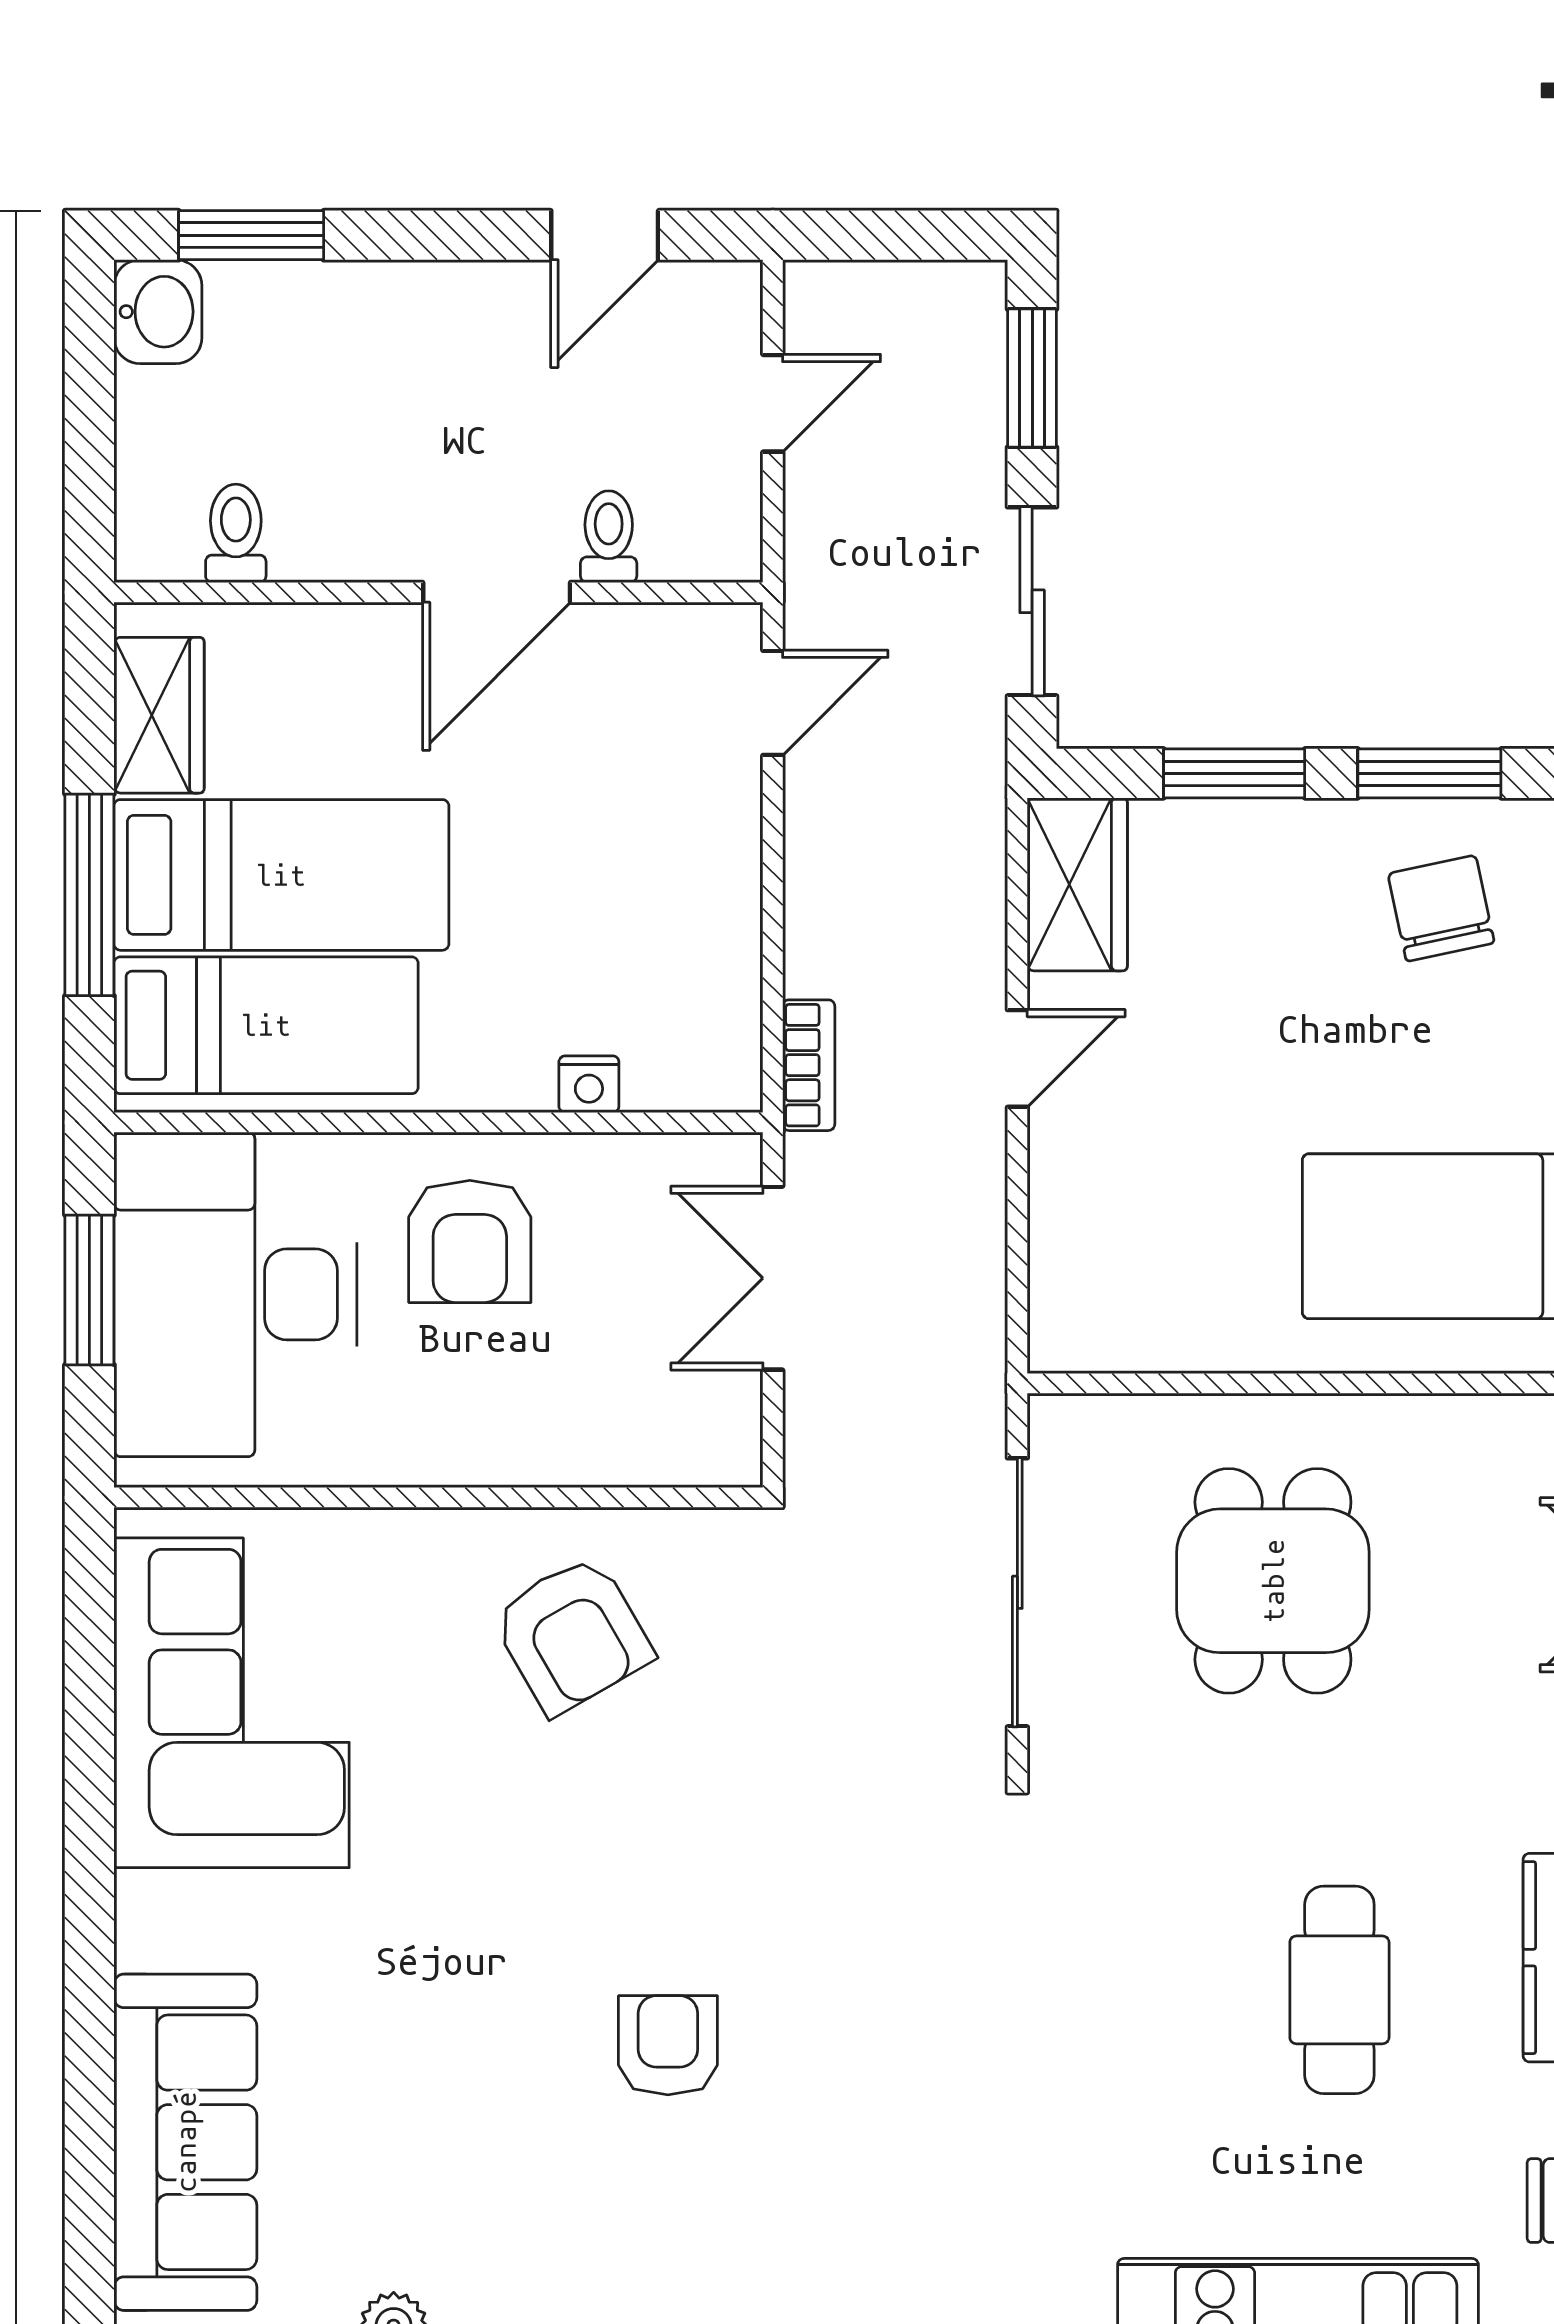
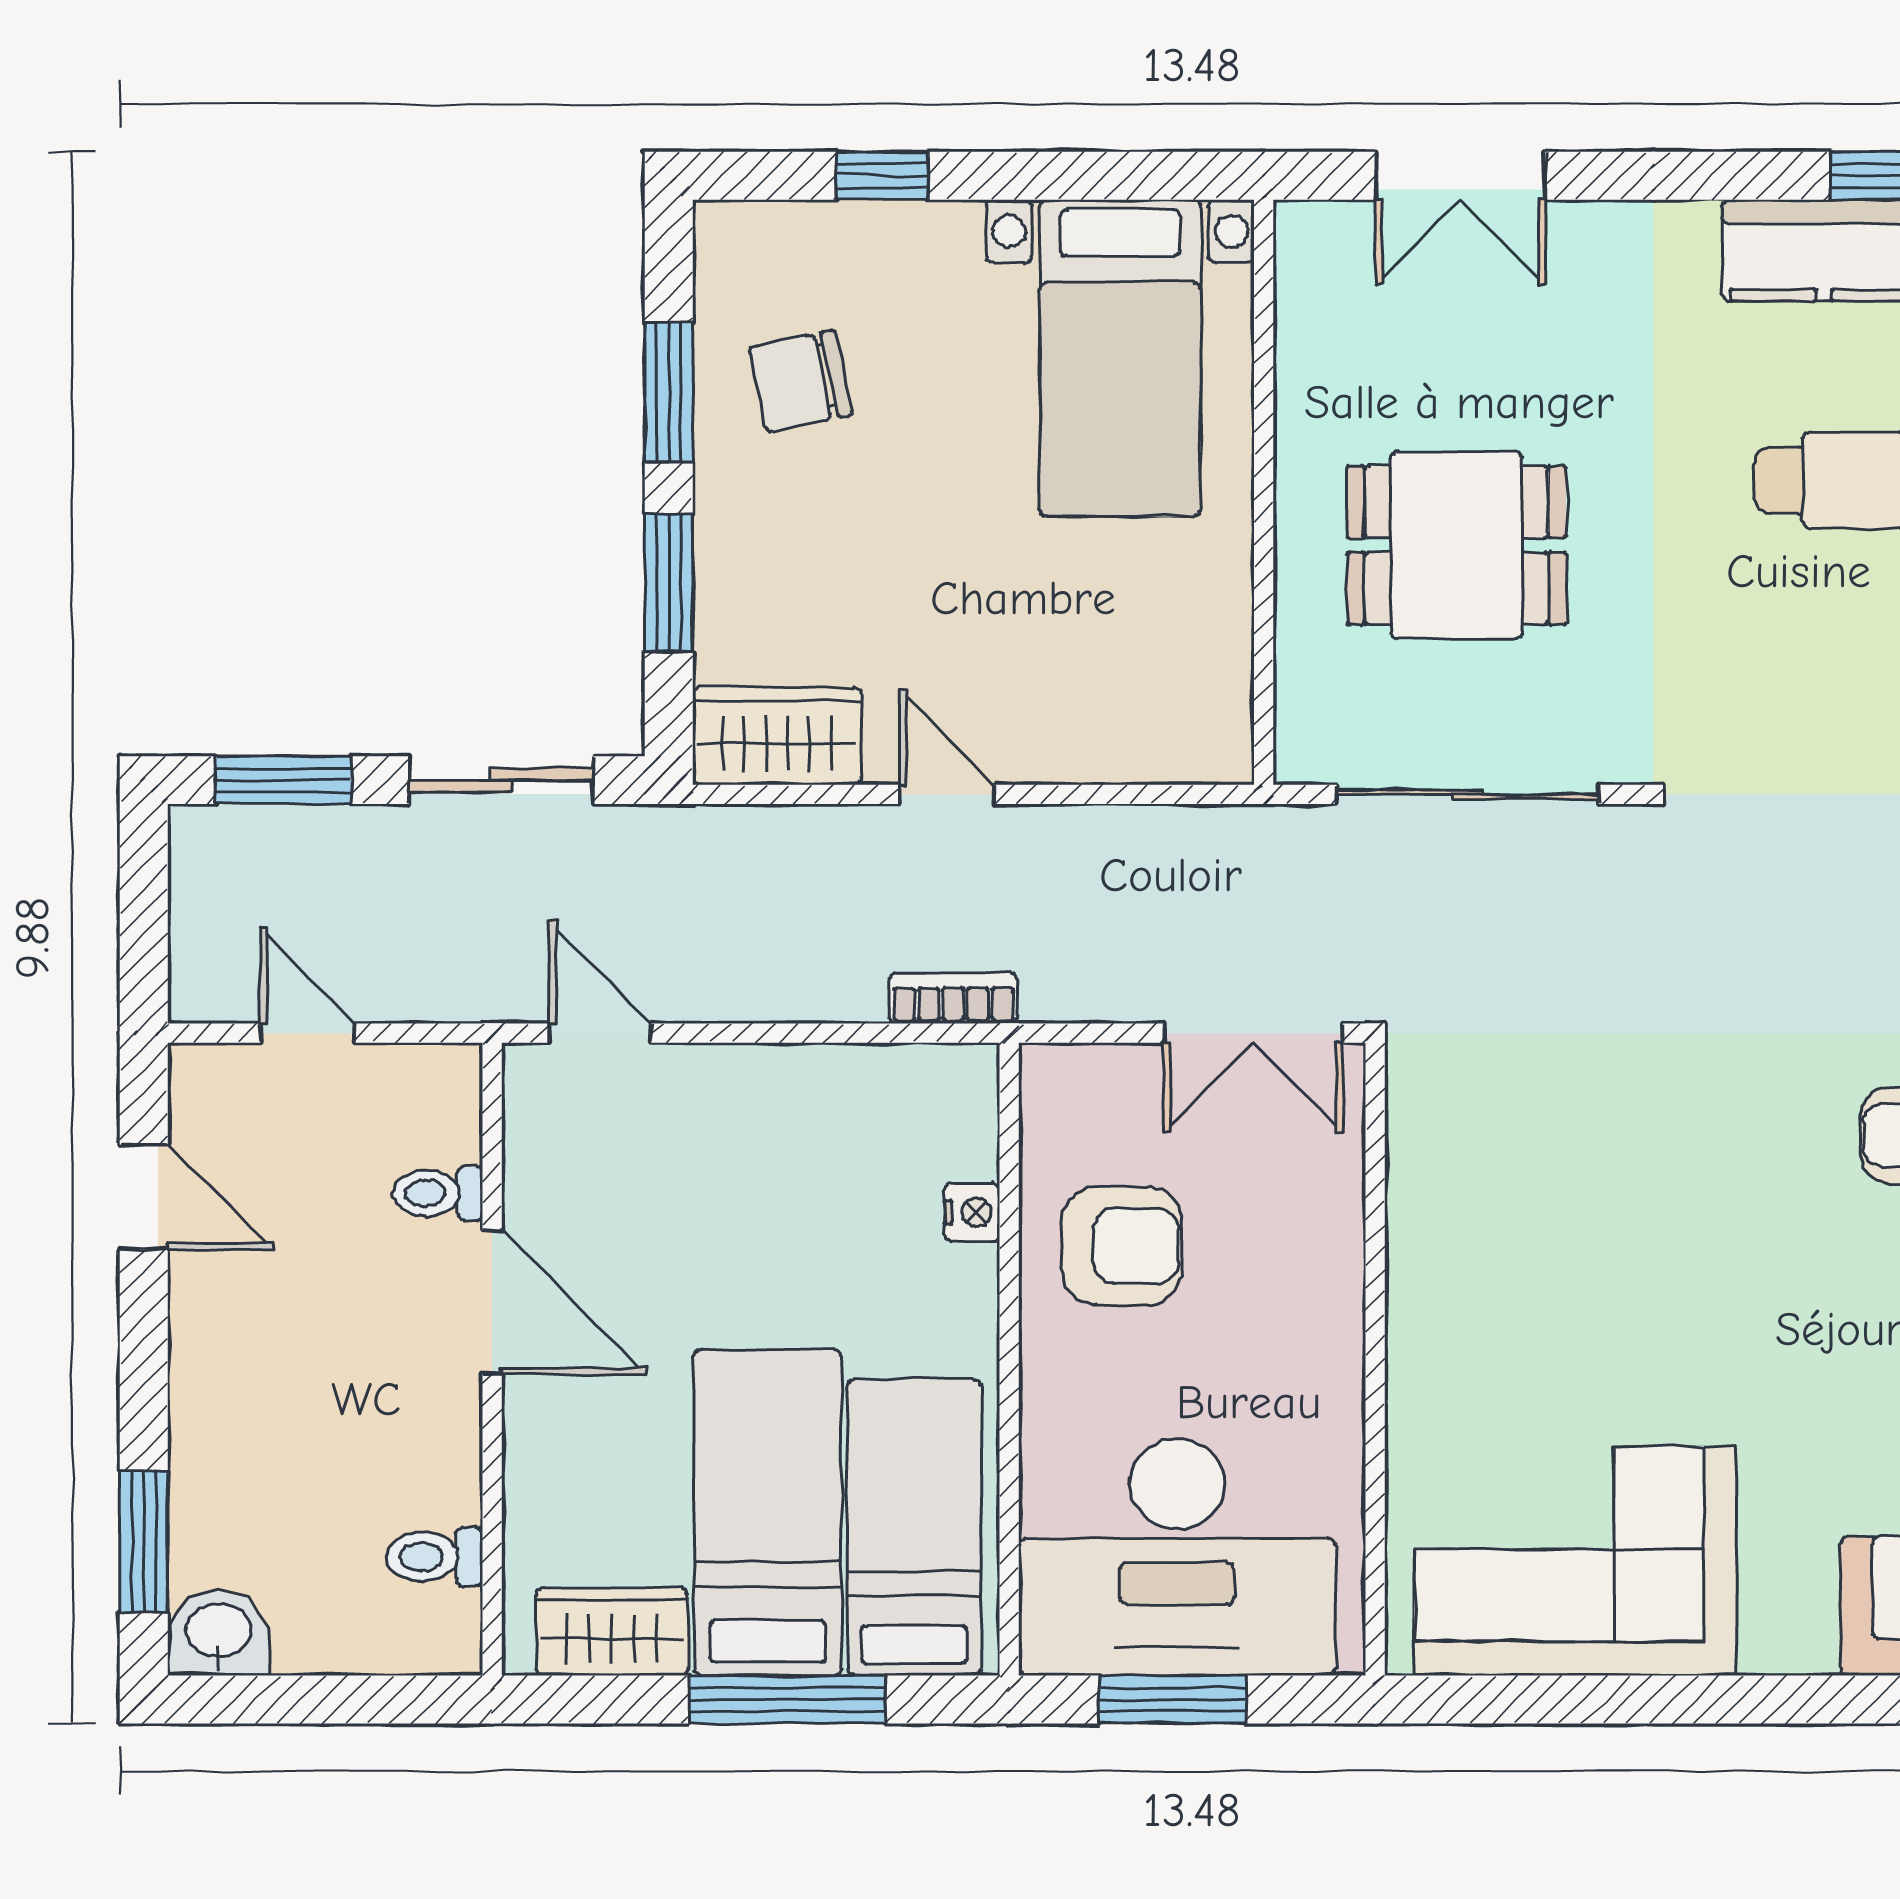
armchair: (470, 1241) -> (1122, 1246), moved
double door: (773, 1278) -> (1253, 1033), moved
armchair: (572, 1635) -> (1509, 1229), removed

